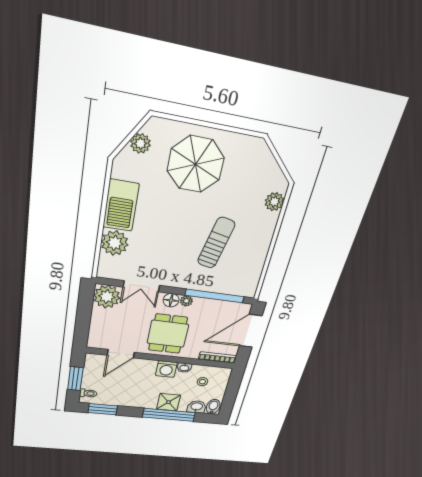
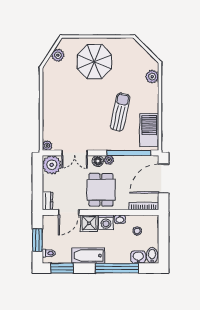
barbecue: (121, 206) -> (149, 130), moved, turned 180
plant: (115, 243) -> (47, 146), moved, width x0.53, depth x0.53
dresser: (94, 338) -> (47, 201), added
bathtub: (137, 400) -> (88, 256), added
shower: (169, 402) -> (89, 223), moved

